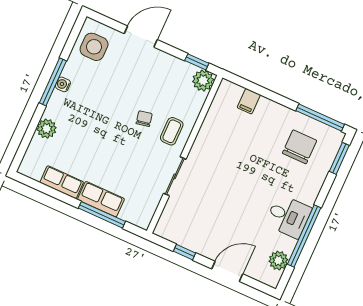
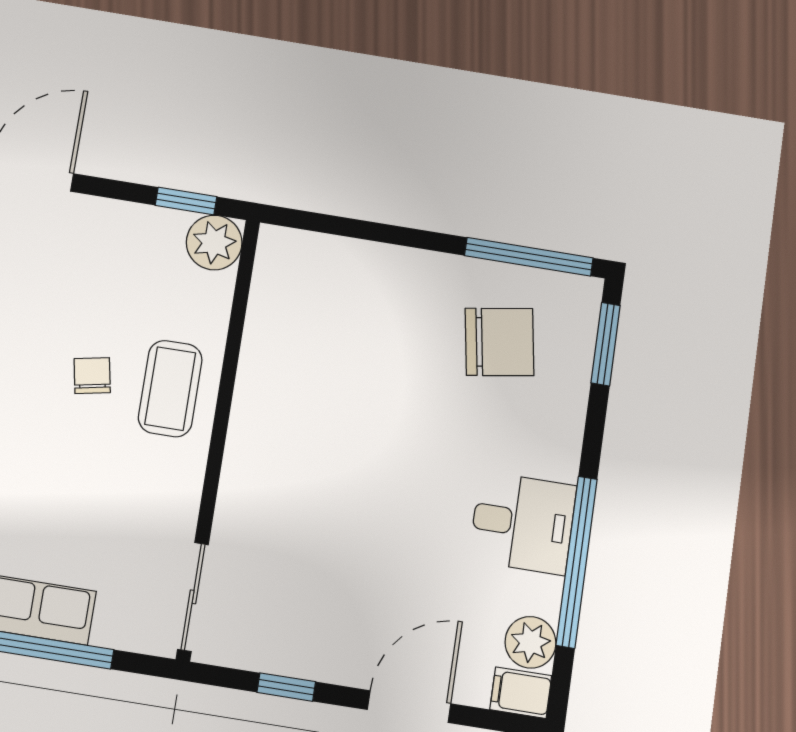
filing cabinet: (249, 101) -> (521, 693), moved, turned 90
coffee table: (172, 131) -> (170, 389), width x1.36, depth x1.30
chair: (300, 147) -> (500, 342), turned 81
sliding door: (175, 176) -> (193, 597), moved

